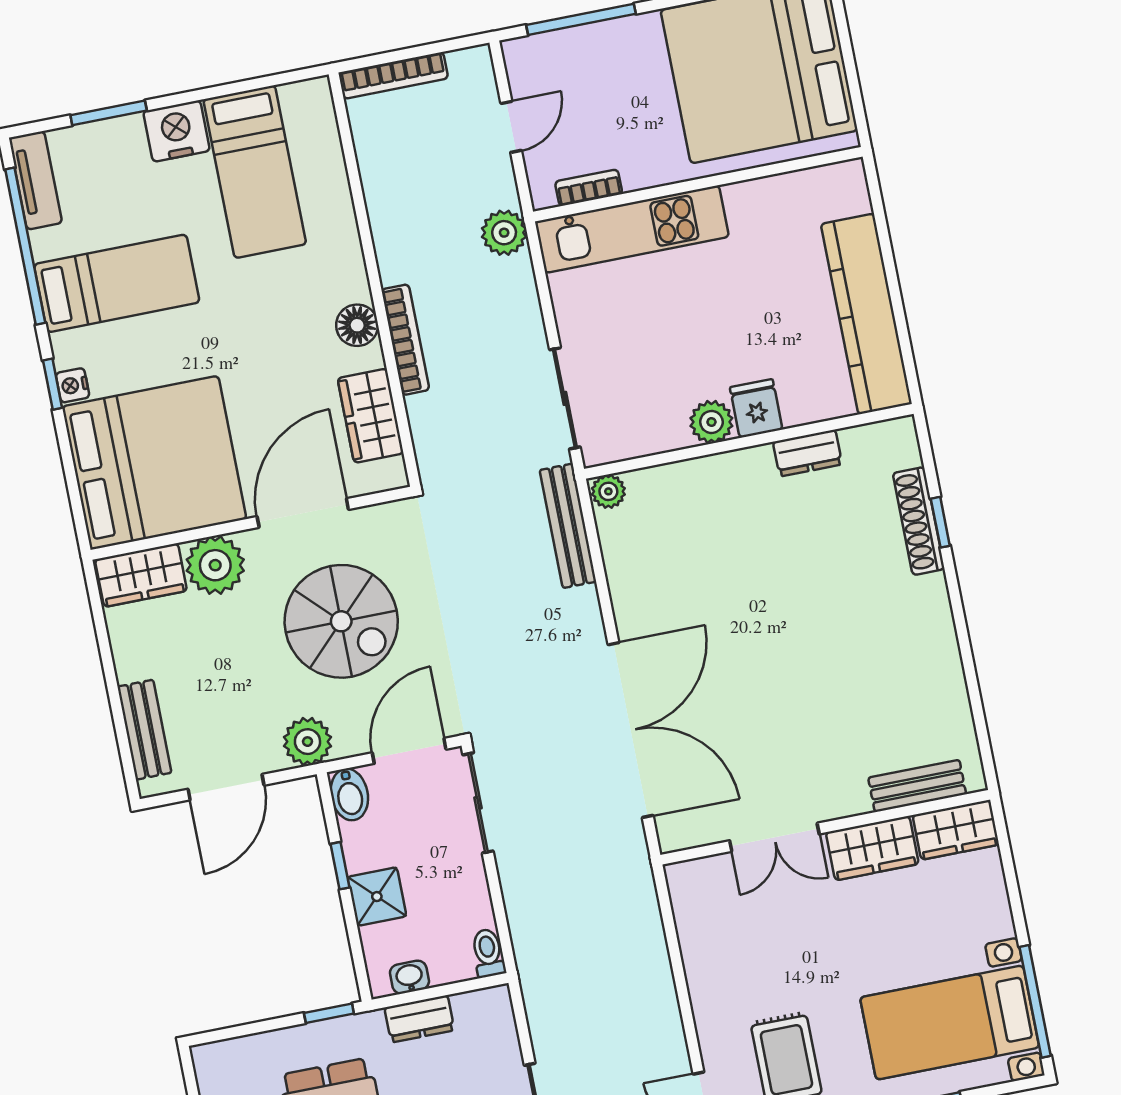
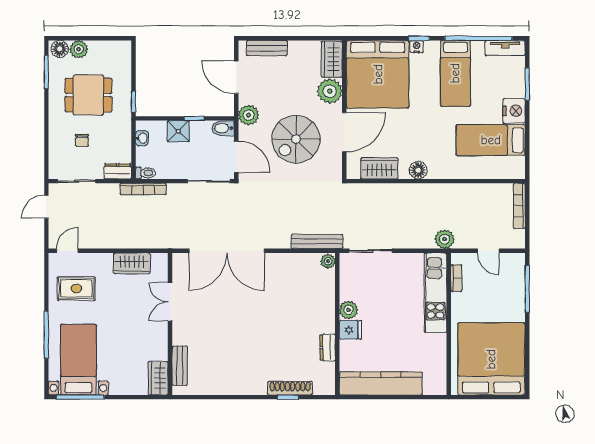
bookcase: (405, 340) -> (143, 189), moved
door: (303, 513) -> (344, 132), hinge flipped
wardrobe: (872, 848) -> (132, 263), moved, turned -90
dresser: (419, 1019) -> (118, 171), moved, turned 90

